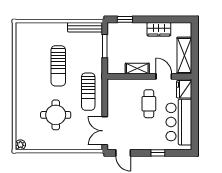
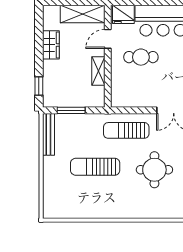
sun lounger: (58, 66) -> (95, 167), turned 180
sun lounger: (88, 92) -> (126, 130), turned 180

